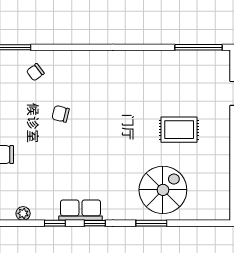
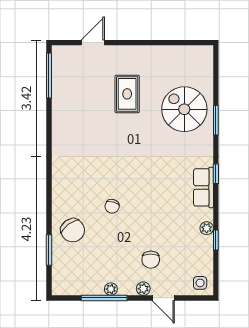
chair: (35, 72) -> (73, 230), width x1.87, depth x1.87
plant: (23, 213) -> (207, 228), moved
window: (55, 223) -> (216, 240), moved

